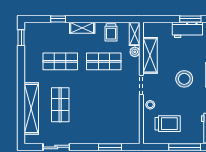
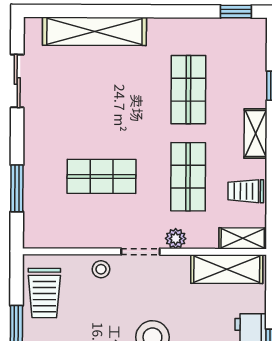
plant: (135, 52) -> (176, 239), moved
shelving: (150, 55) -> (227, 269), moved
shop shelf: (60, 105) -> (101, 176), moved
trolley: (168, 124) -> (44, 293), moved

